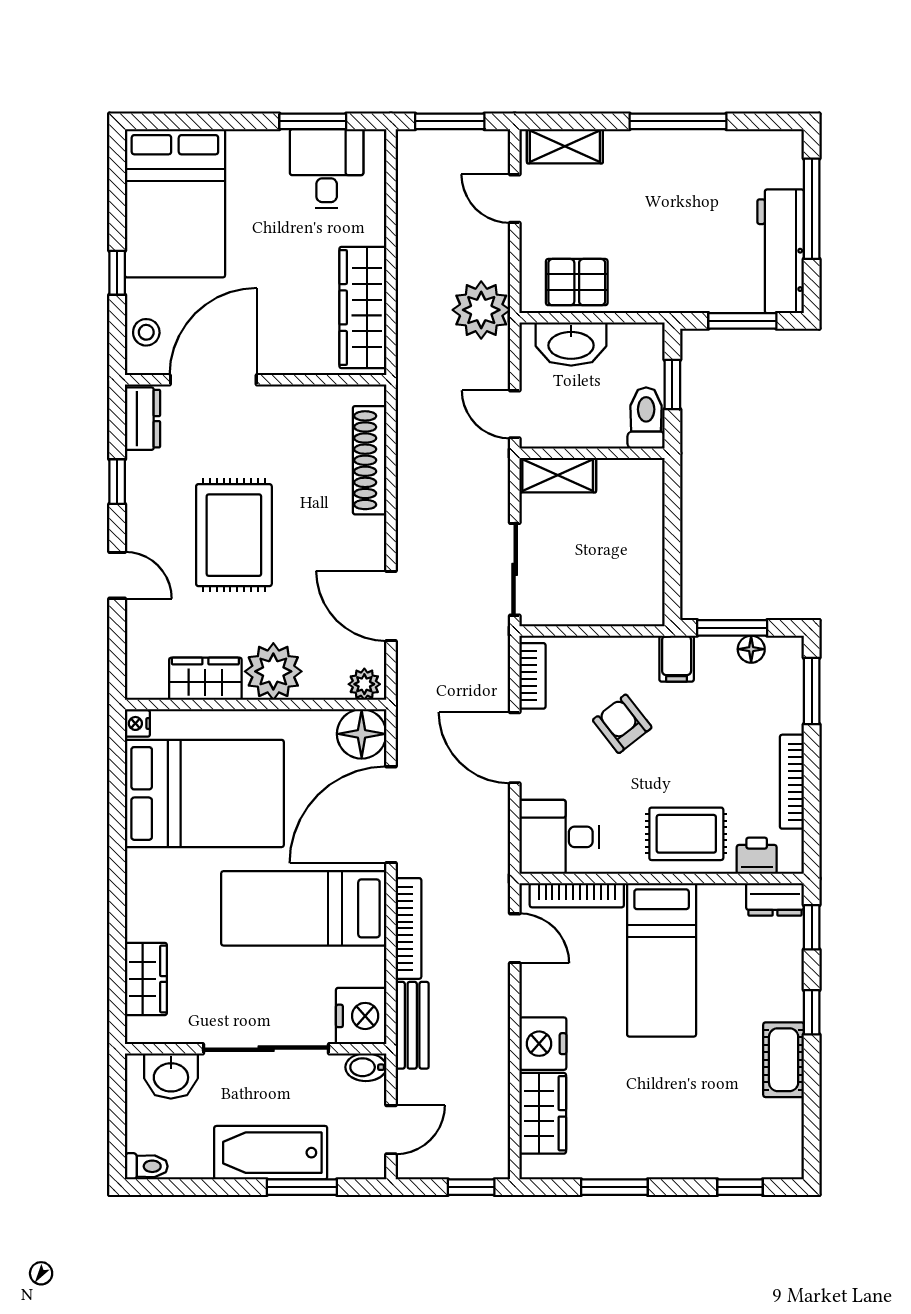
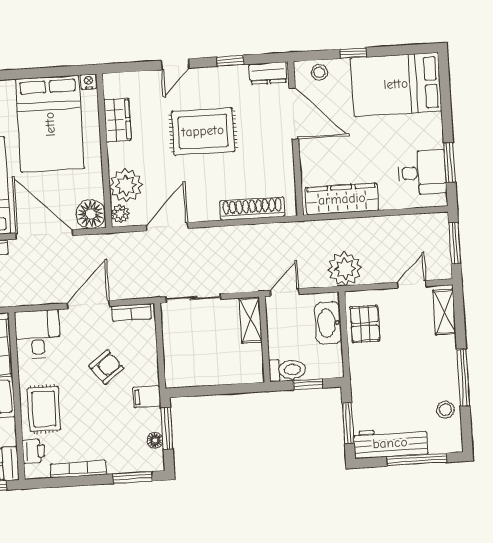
stool: (730, 155) -> (445, 410), added
plant: (273, 671) -> (126, 185), moved

